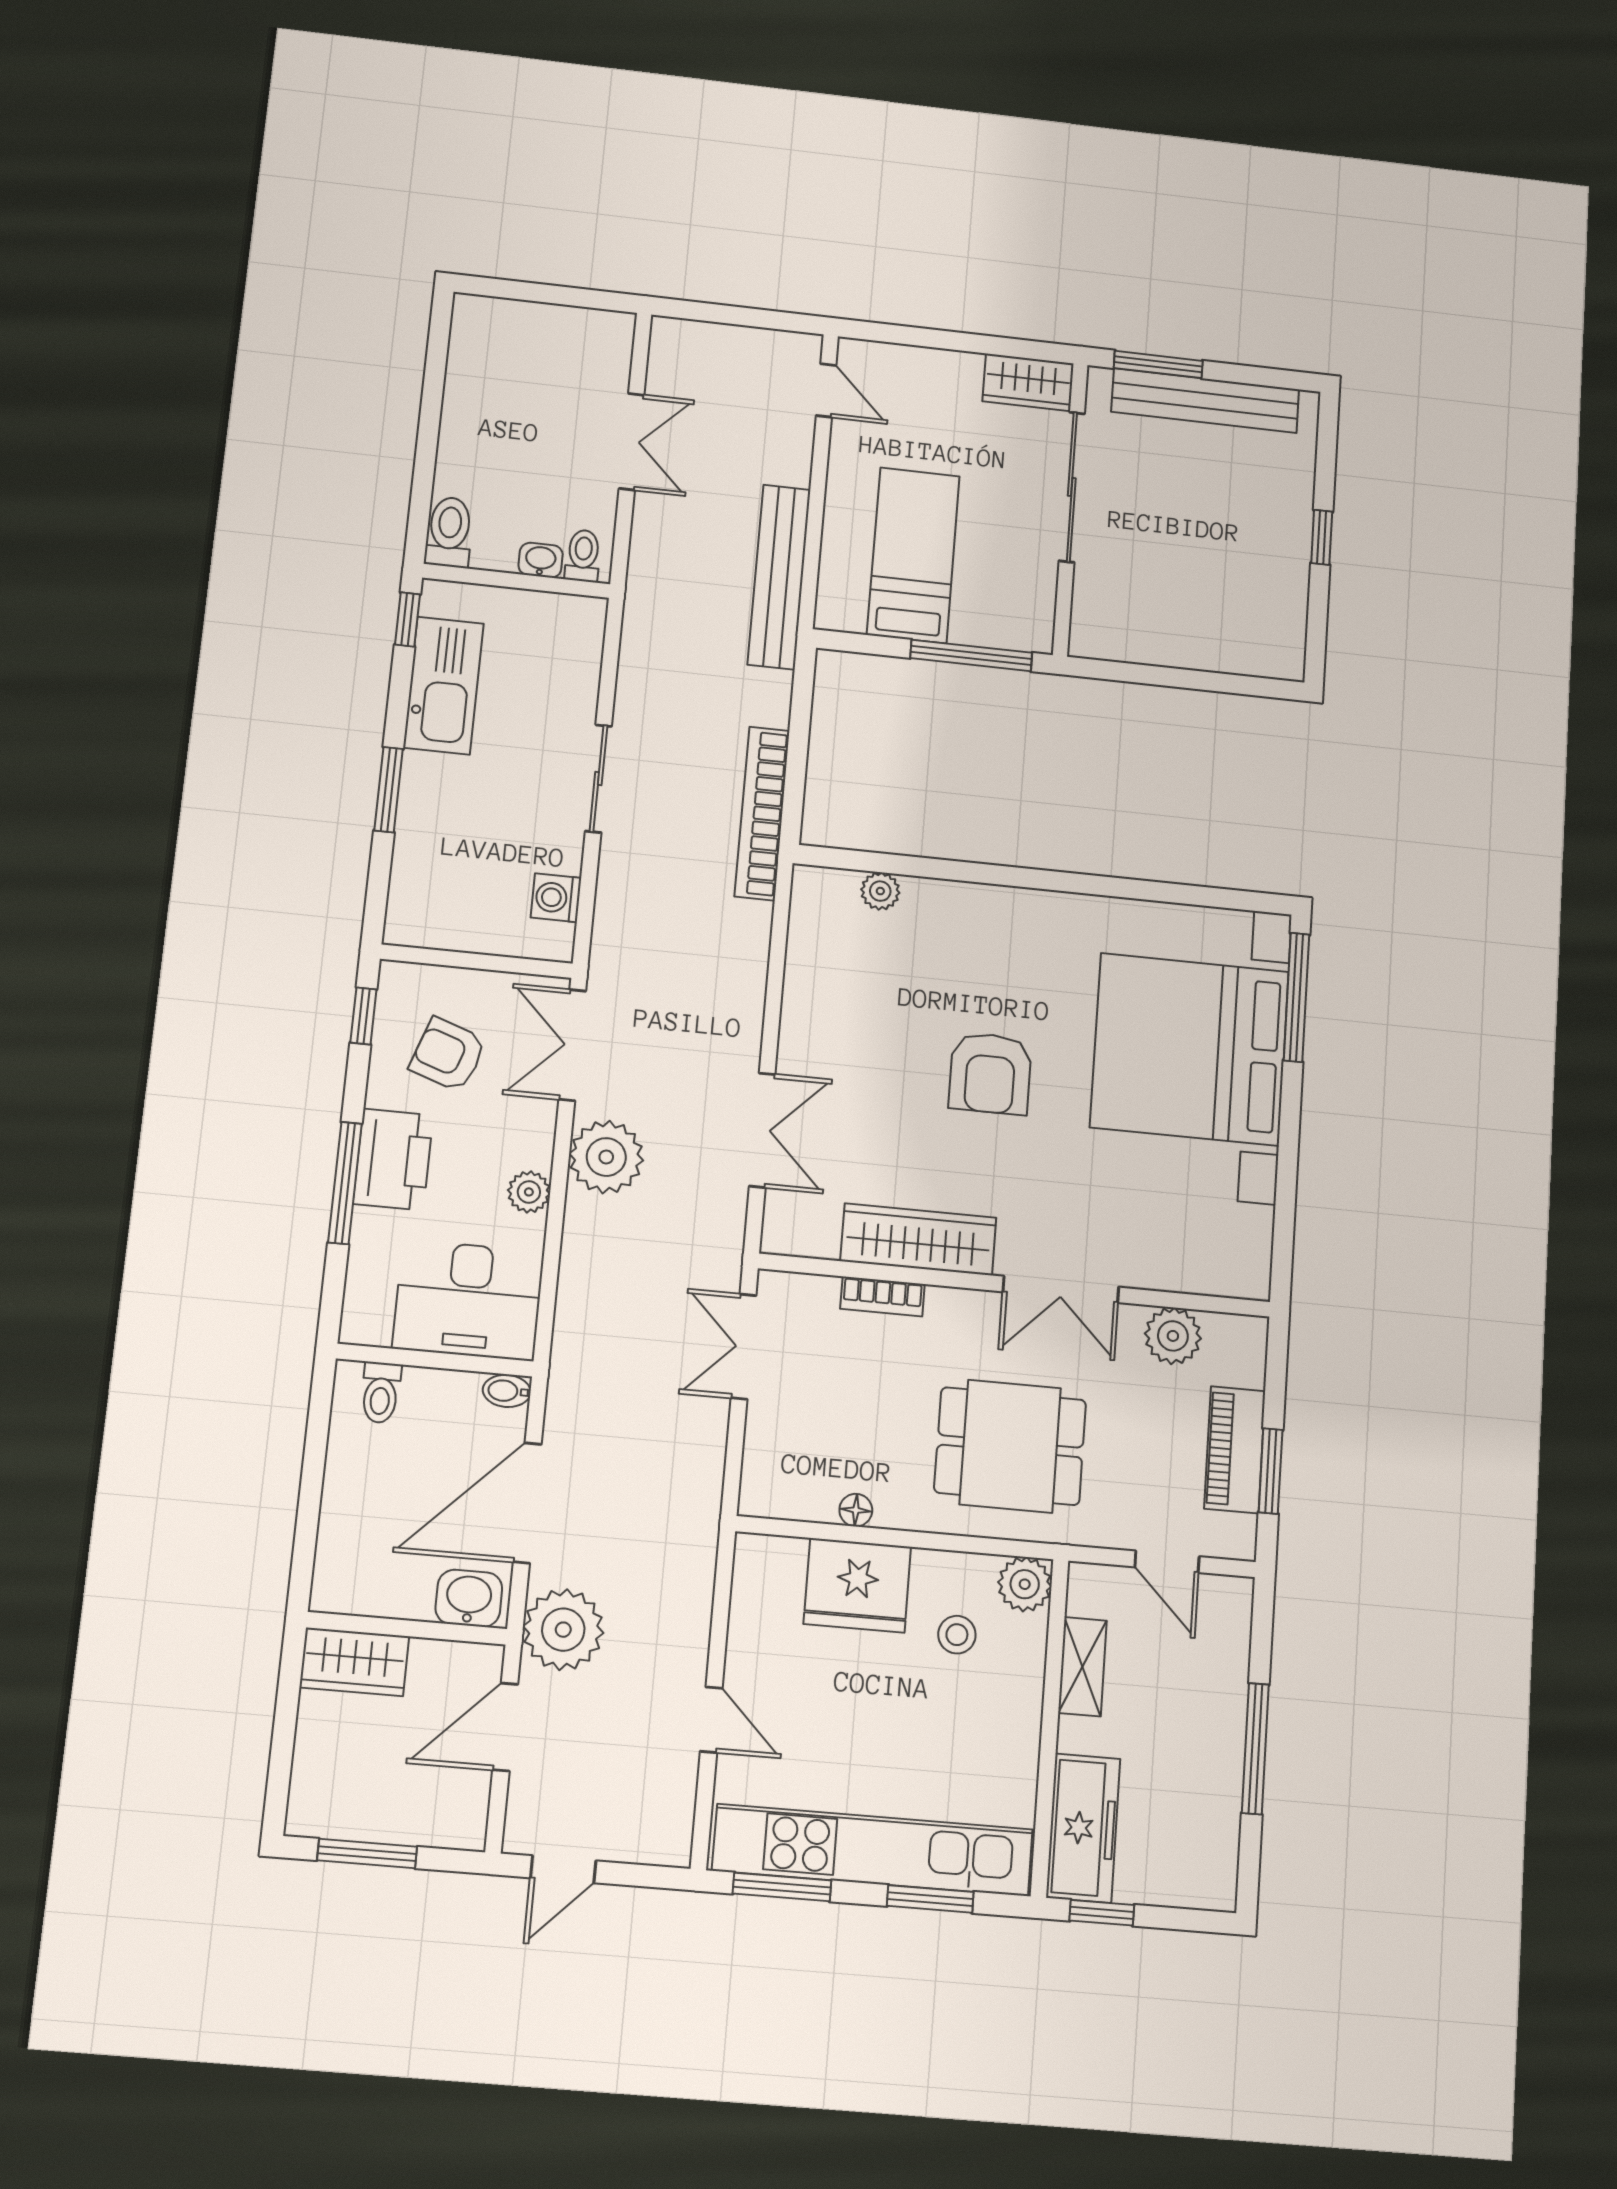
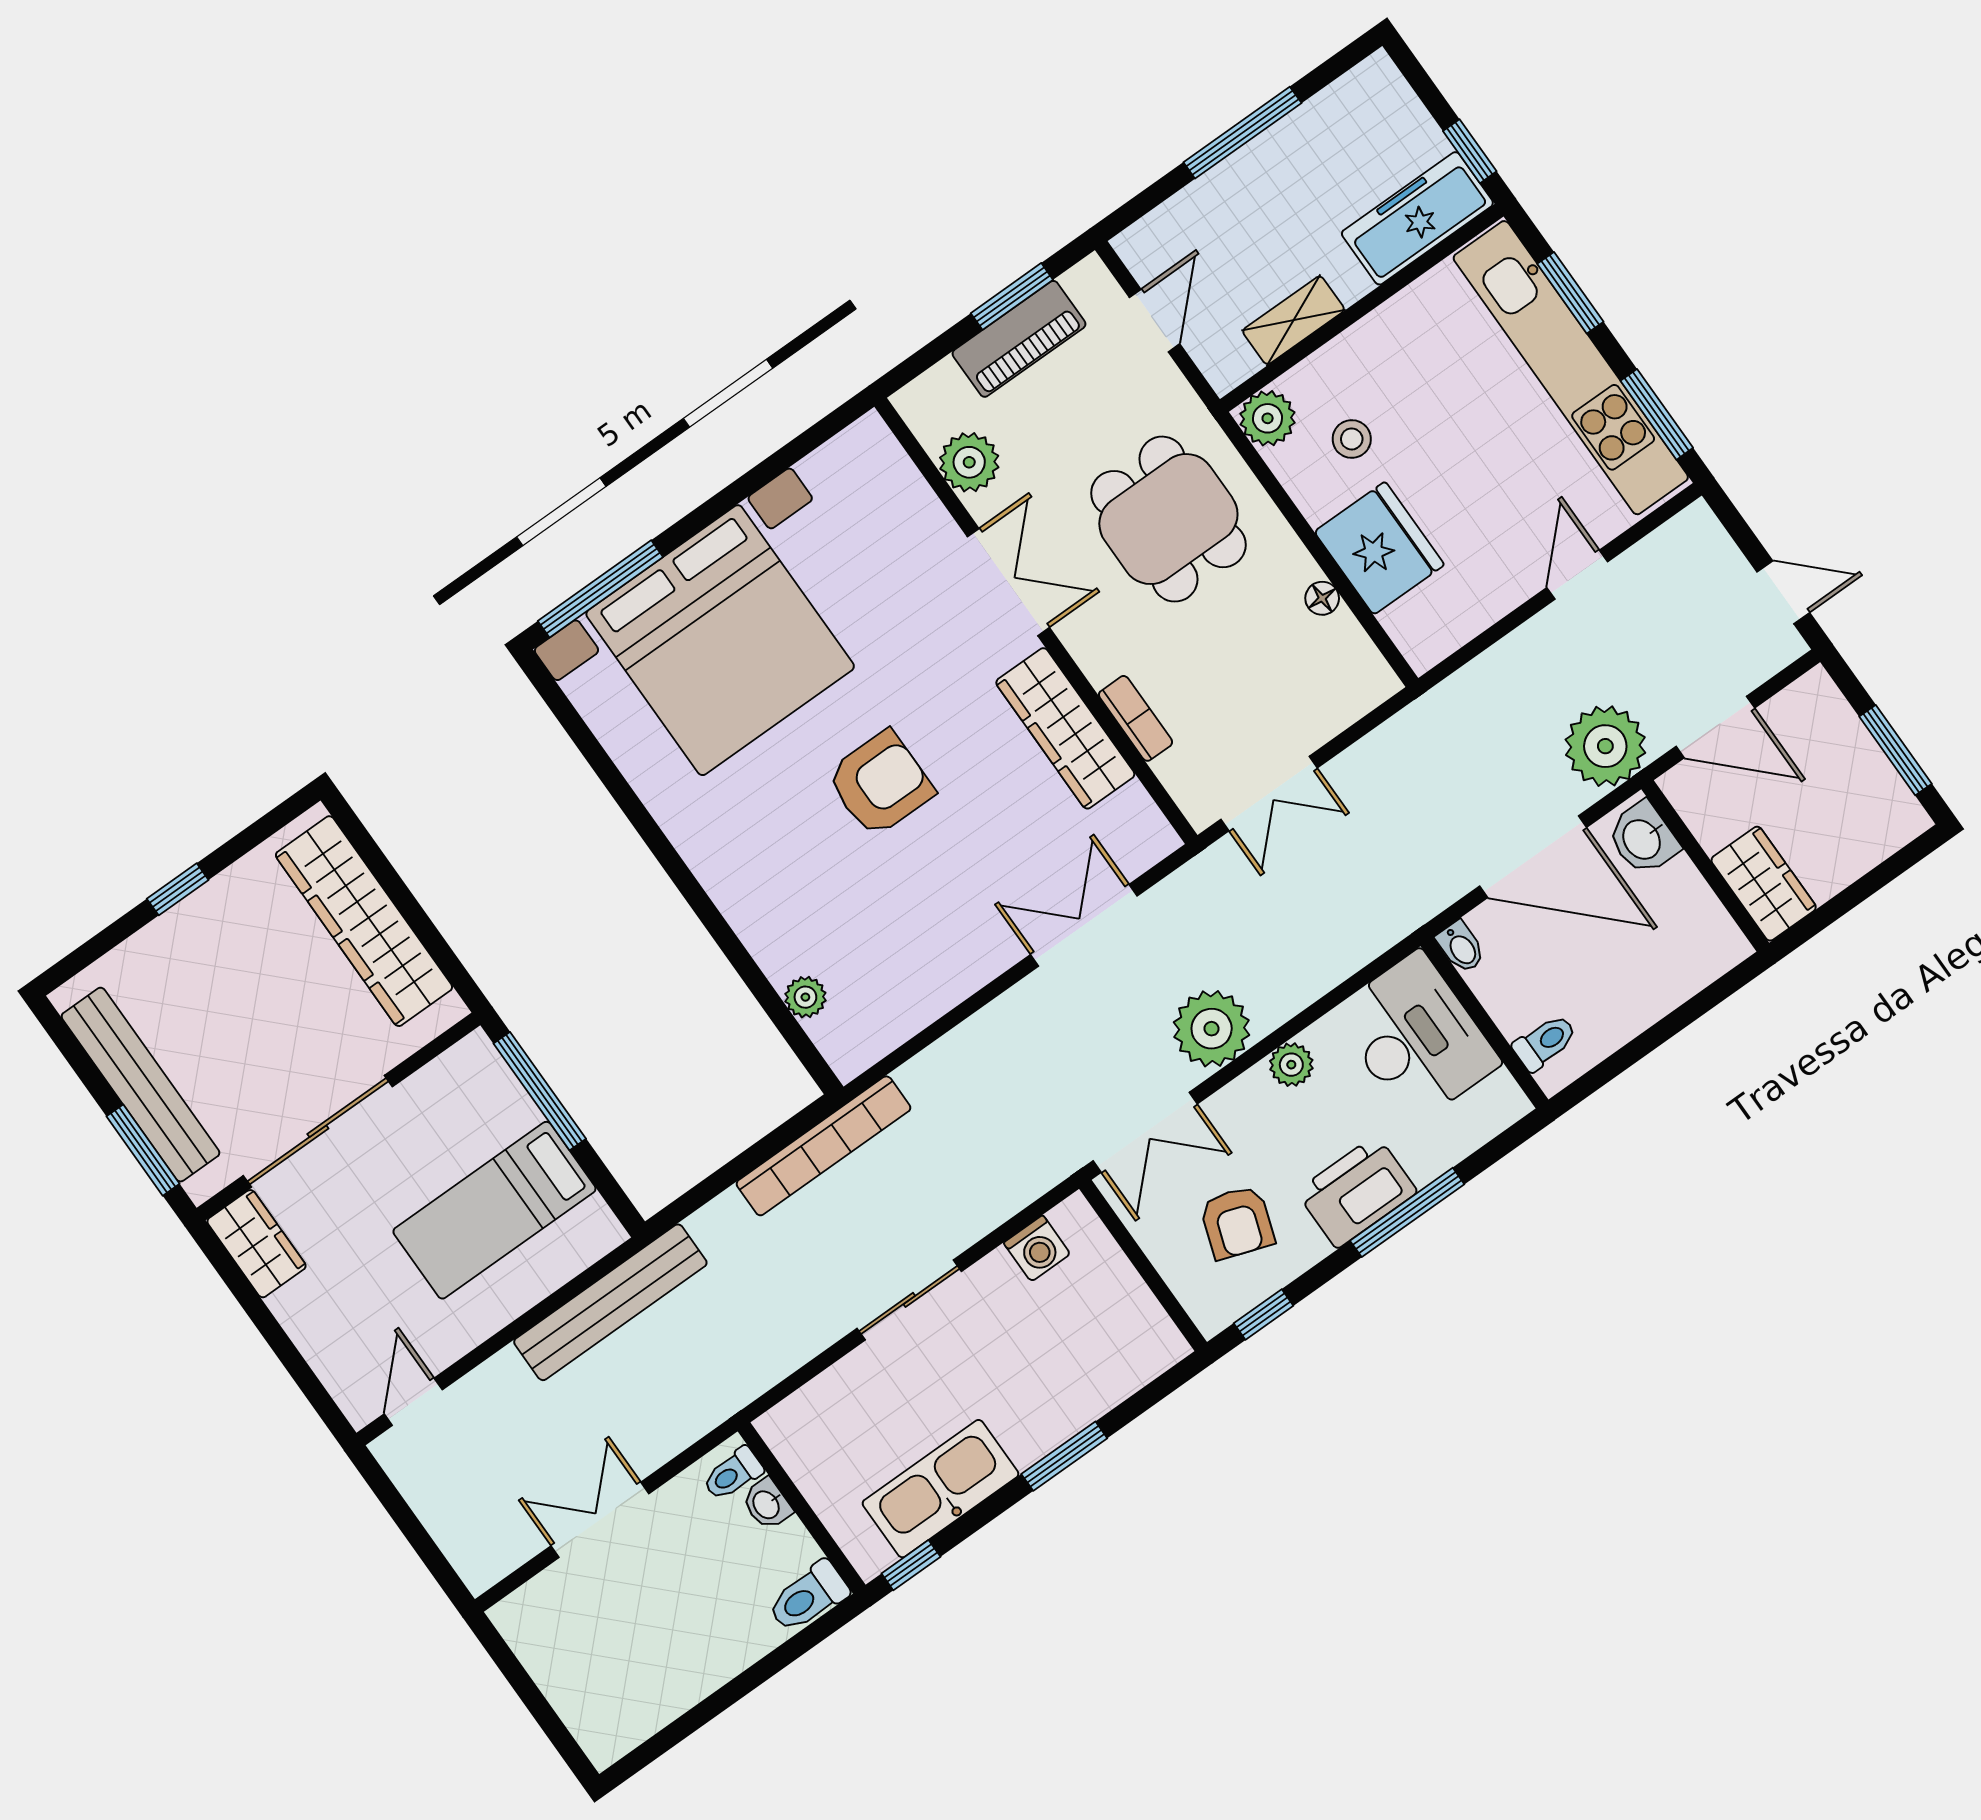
wardrobe: (1194, 640) -> (364, 921), added

